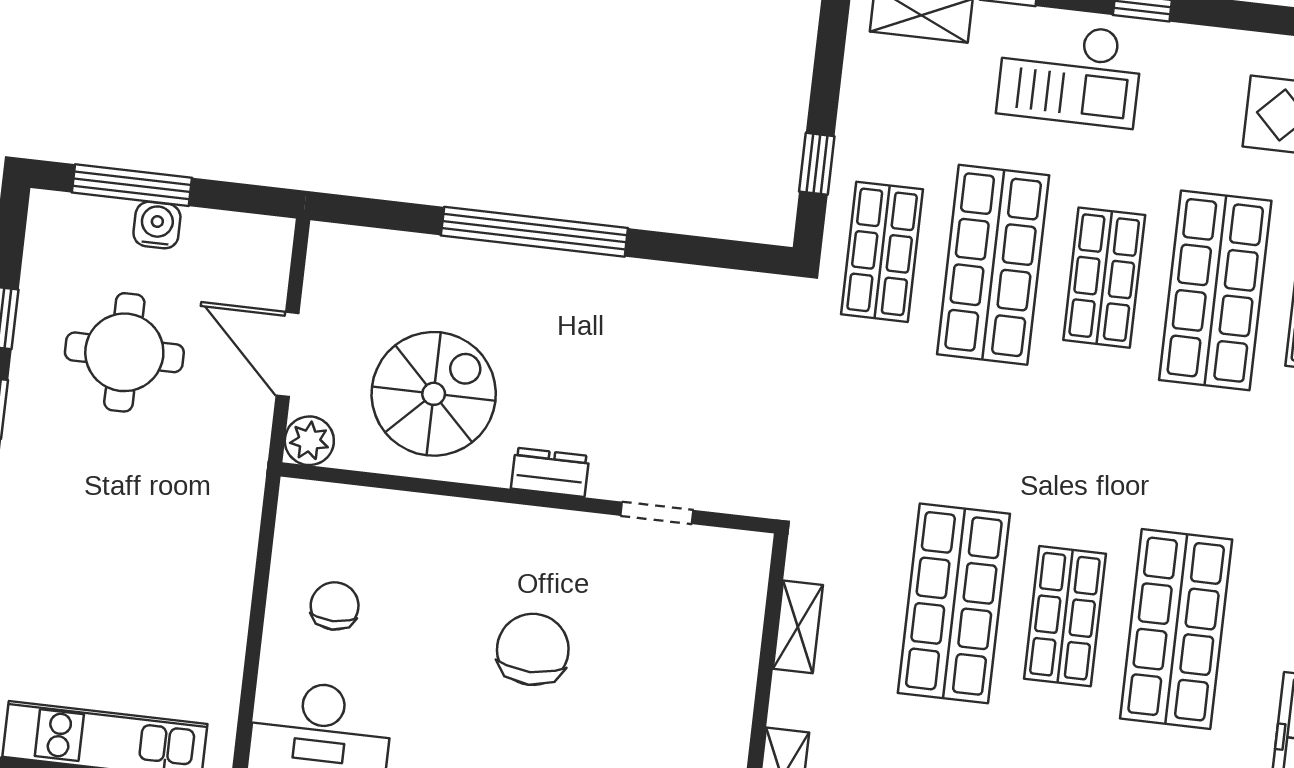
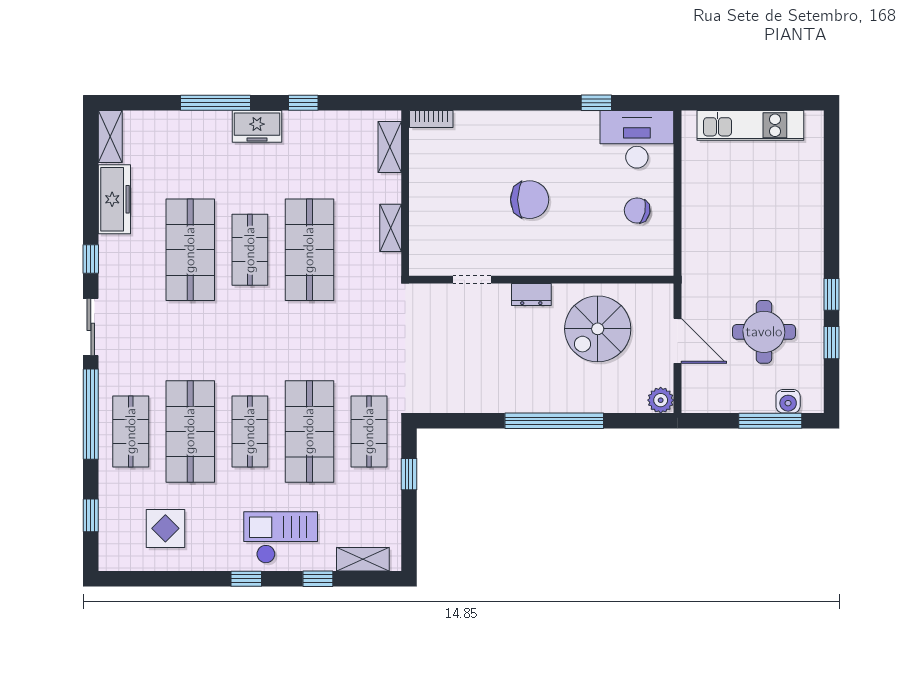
water cooler: (157, 225) -> (788, 401), moved
plant: (309, 441) -> (661, 400), moved
chair: (335, 606) -> (637, 210), turned 102
chair: (533, 649) -> (530, 200), turned -90

